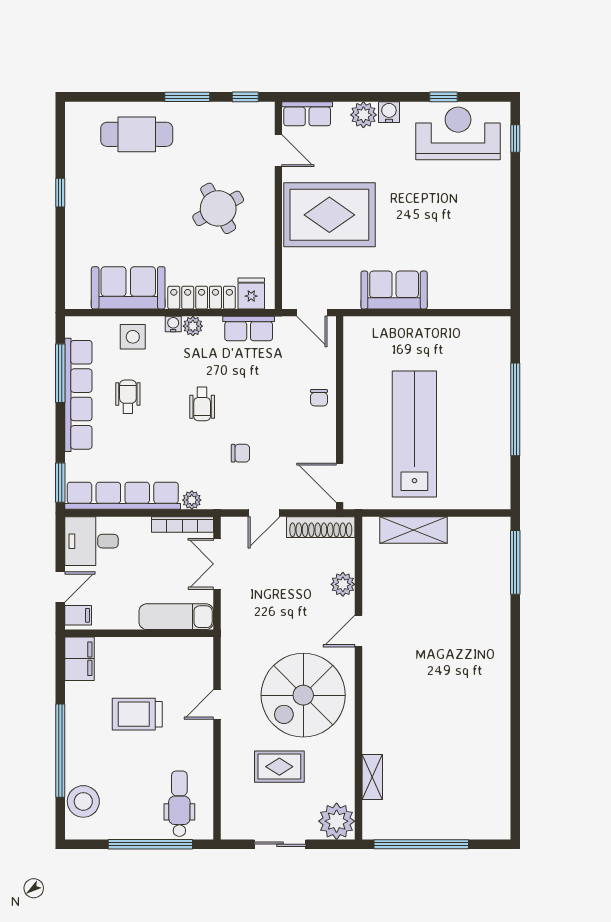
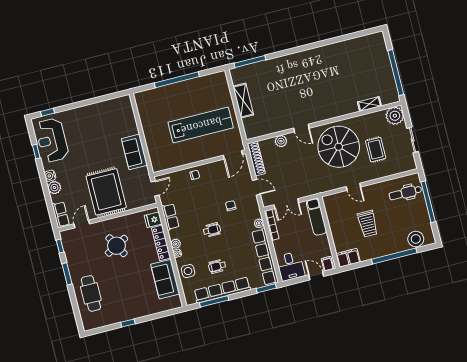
lab bench: (414, 434) -> (201, 125), turned 180
shelving: (413, 530) -> (243, 101), moved
spiral stairs: (303, 695) -> (339, 147), turned 180

